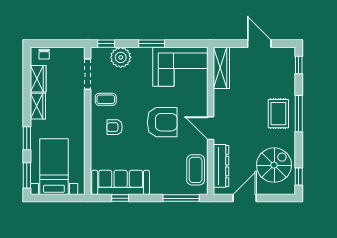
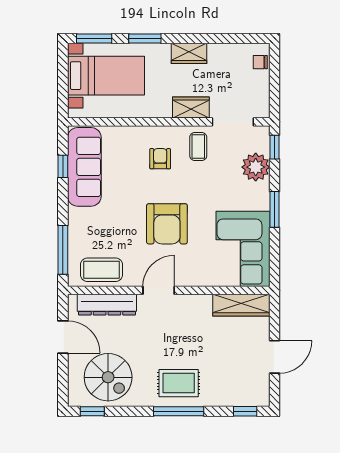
wardrobe: (38, 79) -> (191, 107), moved, turned 180

